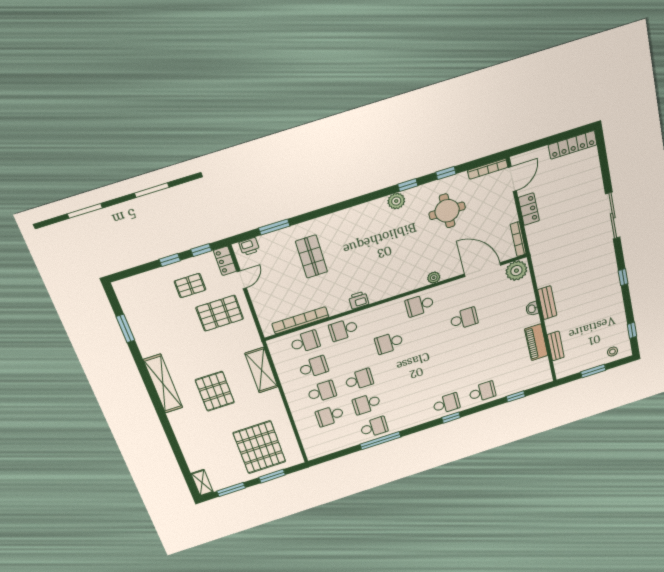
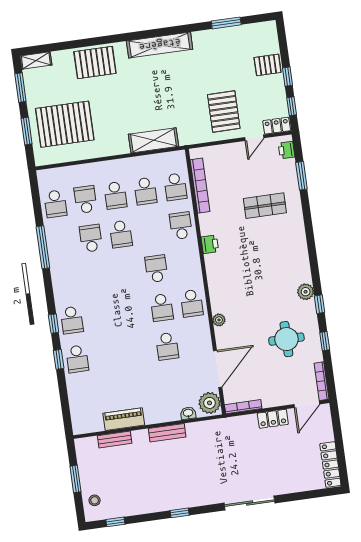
door: (512, 179) -> (307, 404), hinge flipped
door: (242, 280) -> (254, 138), hinge flipped
pallet: (190, 286) -> (268, 65), moved, turned 90
school desk: (420, 305) -> (192, 303), turned 180
washbasin: (532, 309) -> (188, 413), moved
school desk: (427, 331) -> (162, 307), added
pallet: (215, 391) -> (95, 63), moved
window: (516, 396) -> (59, 359), moved
school desk: (374, 427) -> (55, 204), moved

